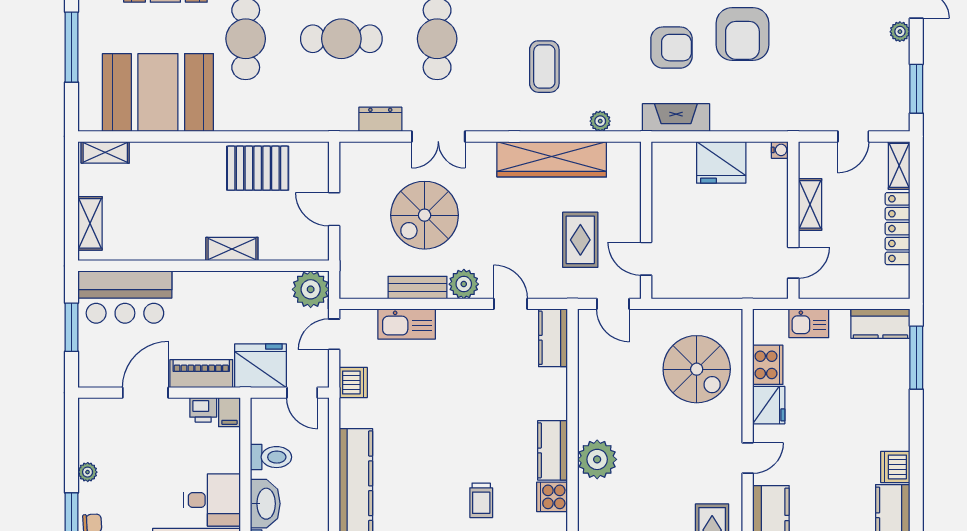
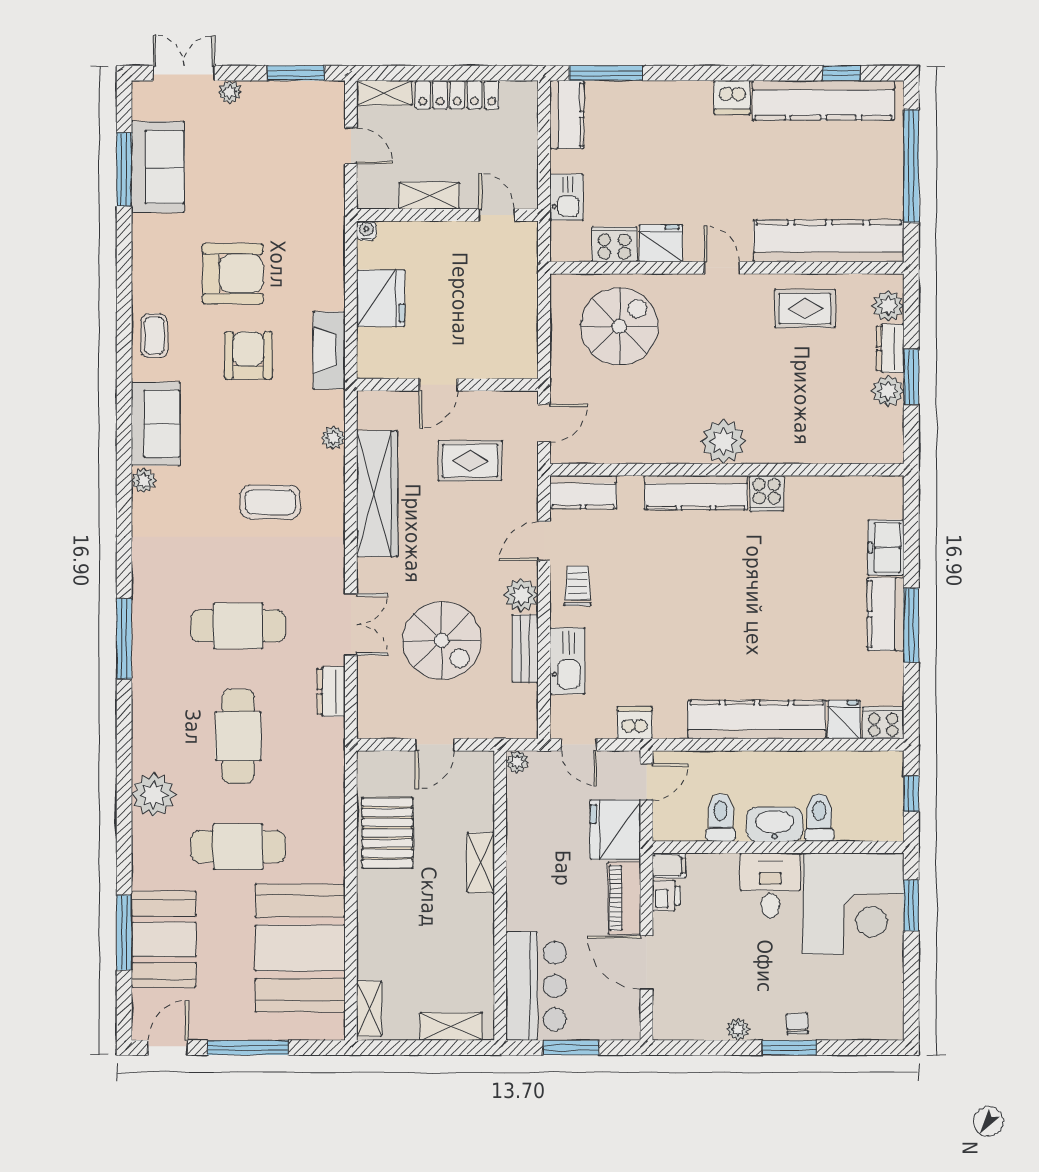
door: (646, 259) -> (438, 385), moved
plant: (311, 289) -> (517, 762), width x0.53, depth x0.53
kitchen counter: (553, 450) -> (696, 493), width x1.50
trolley: (481, 500) -> (578, 586), moved, turned -90

